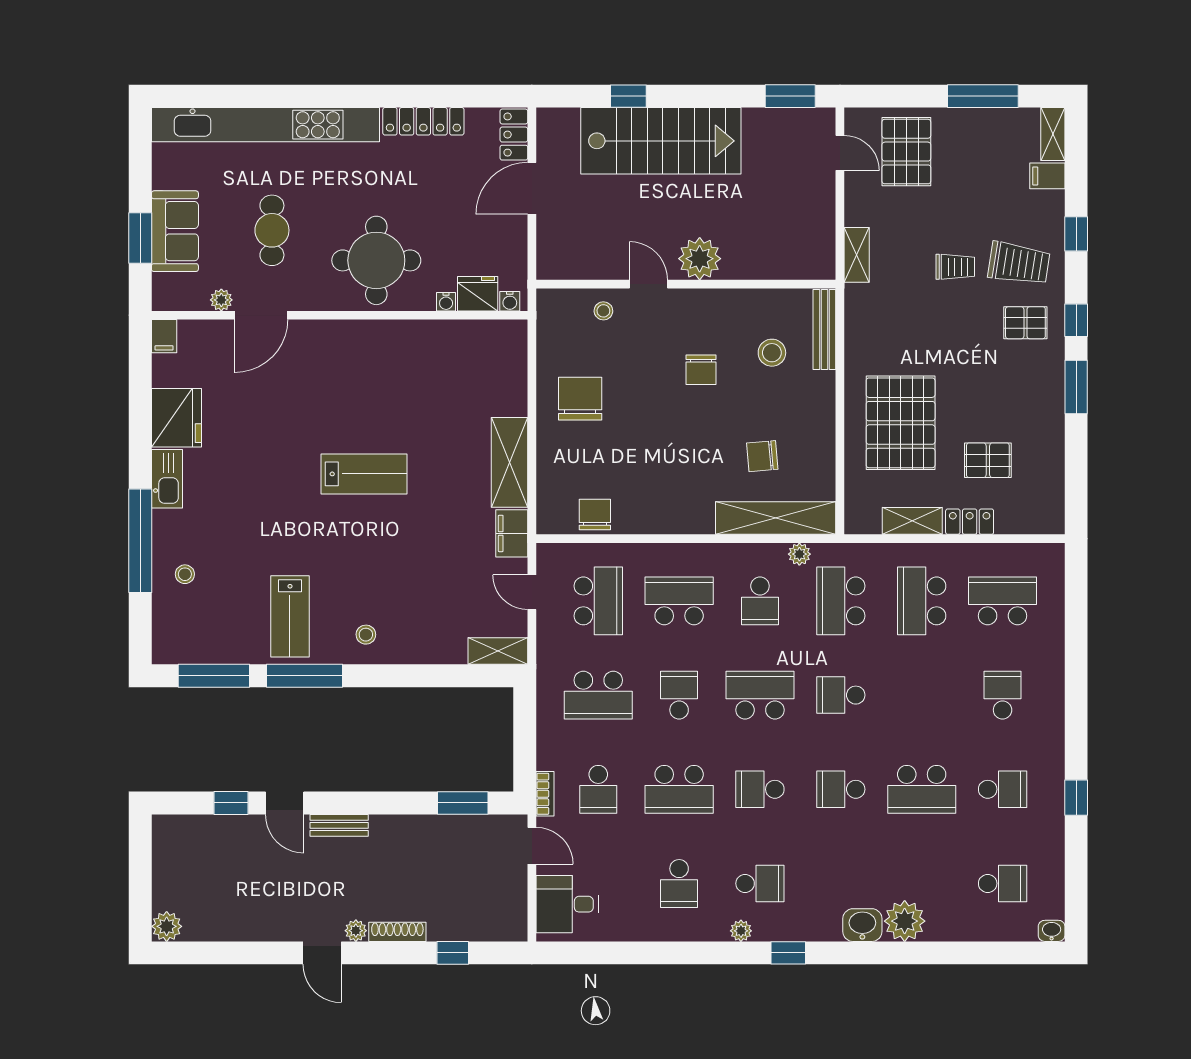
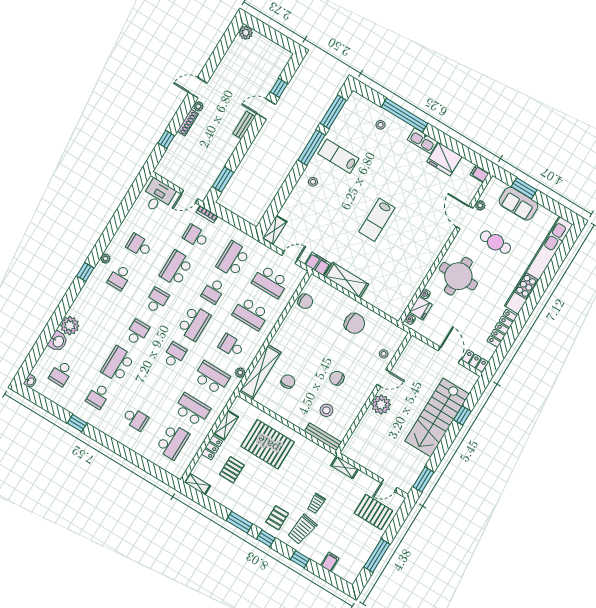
shelving: (1053, 134) -> (197, 484), moved
school desk: (679, 601) -> (251, 314), turned 90
school desk: (679, 695) -> (213, 291), turned 90
washbasin: (862, 925) -> (58, 341), moved

